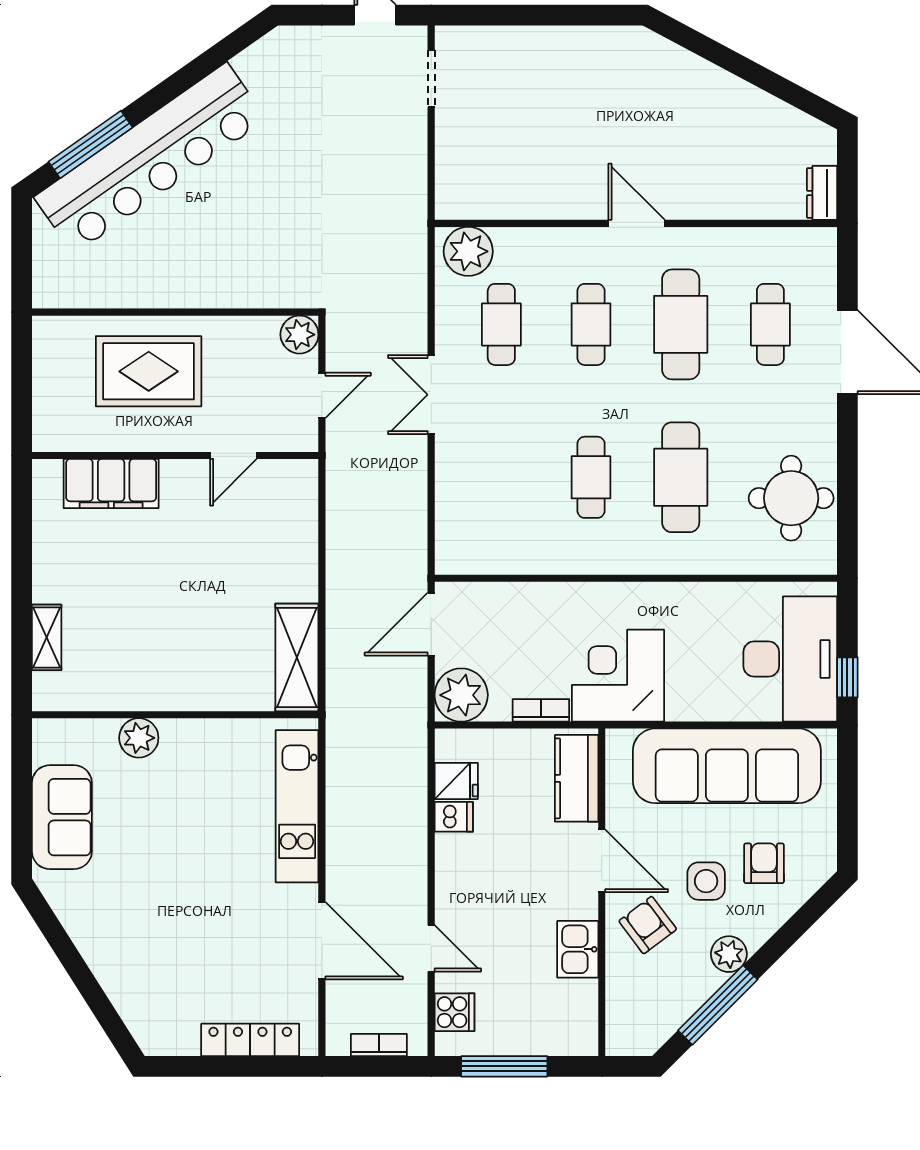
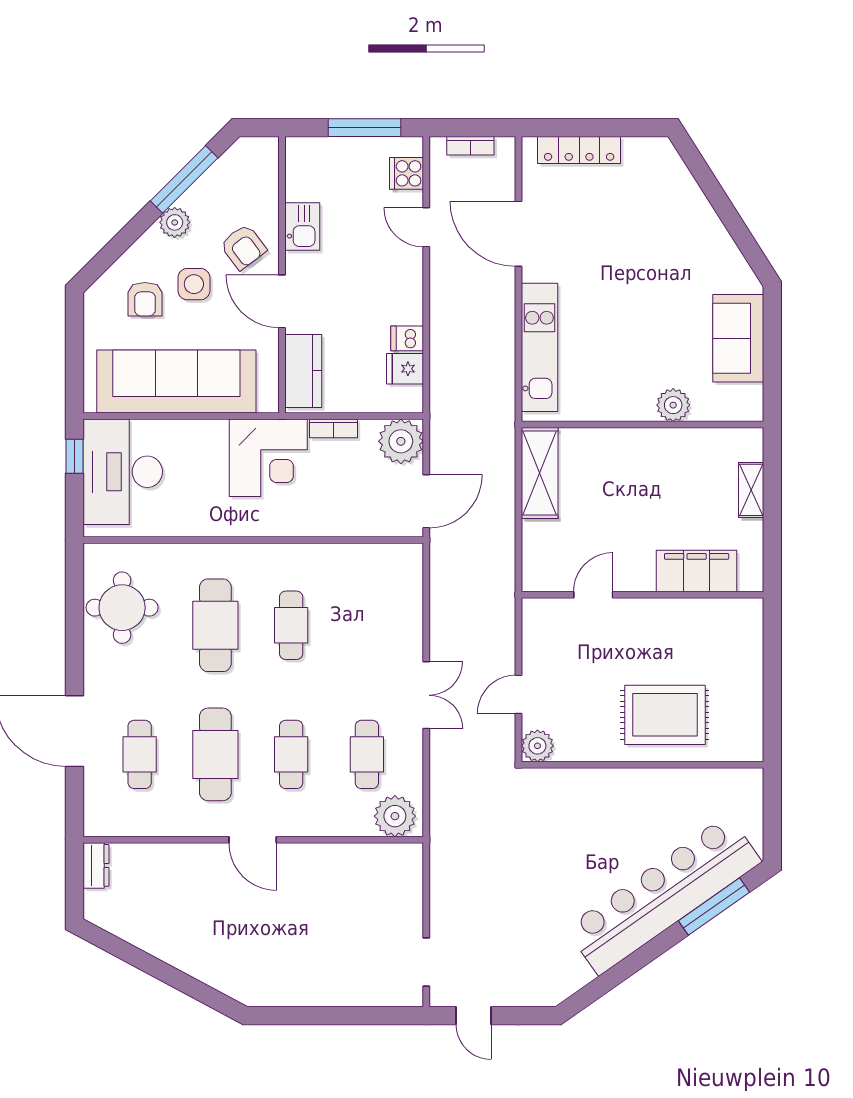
wall: (175, 455) -> (642, 595), moved
door: (233, 455) -> (593, 595), moved
filing cabinet: (111, 484) -> (697, 571), moved

